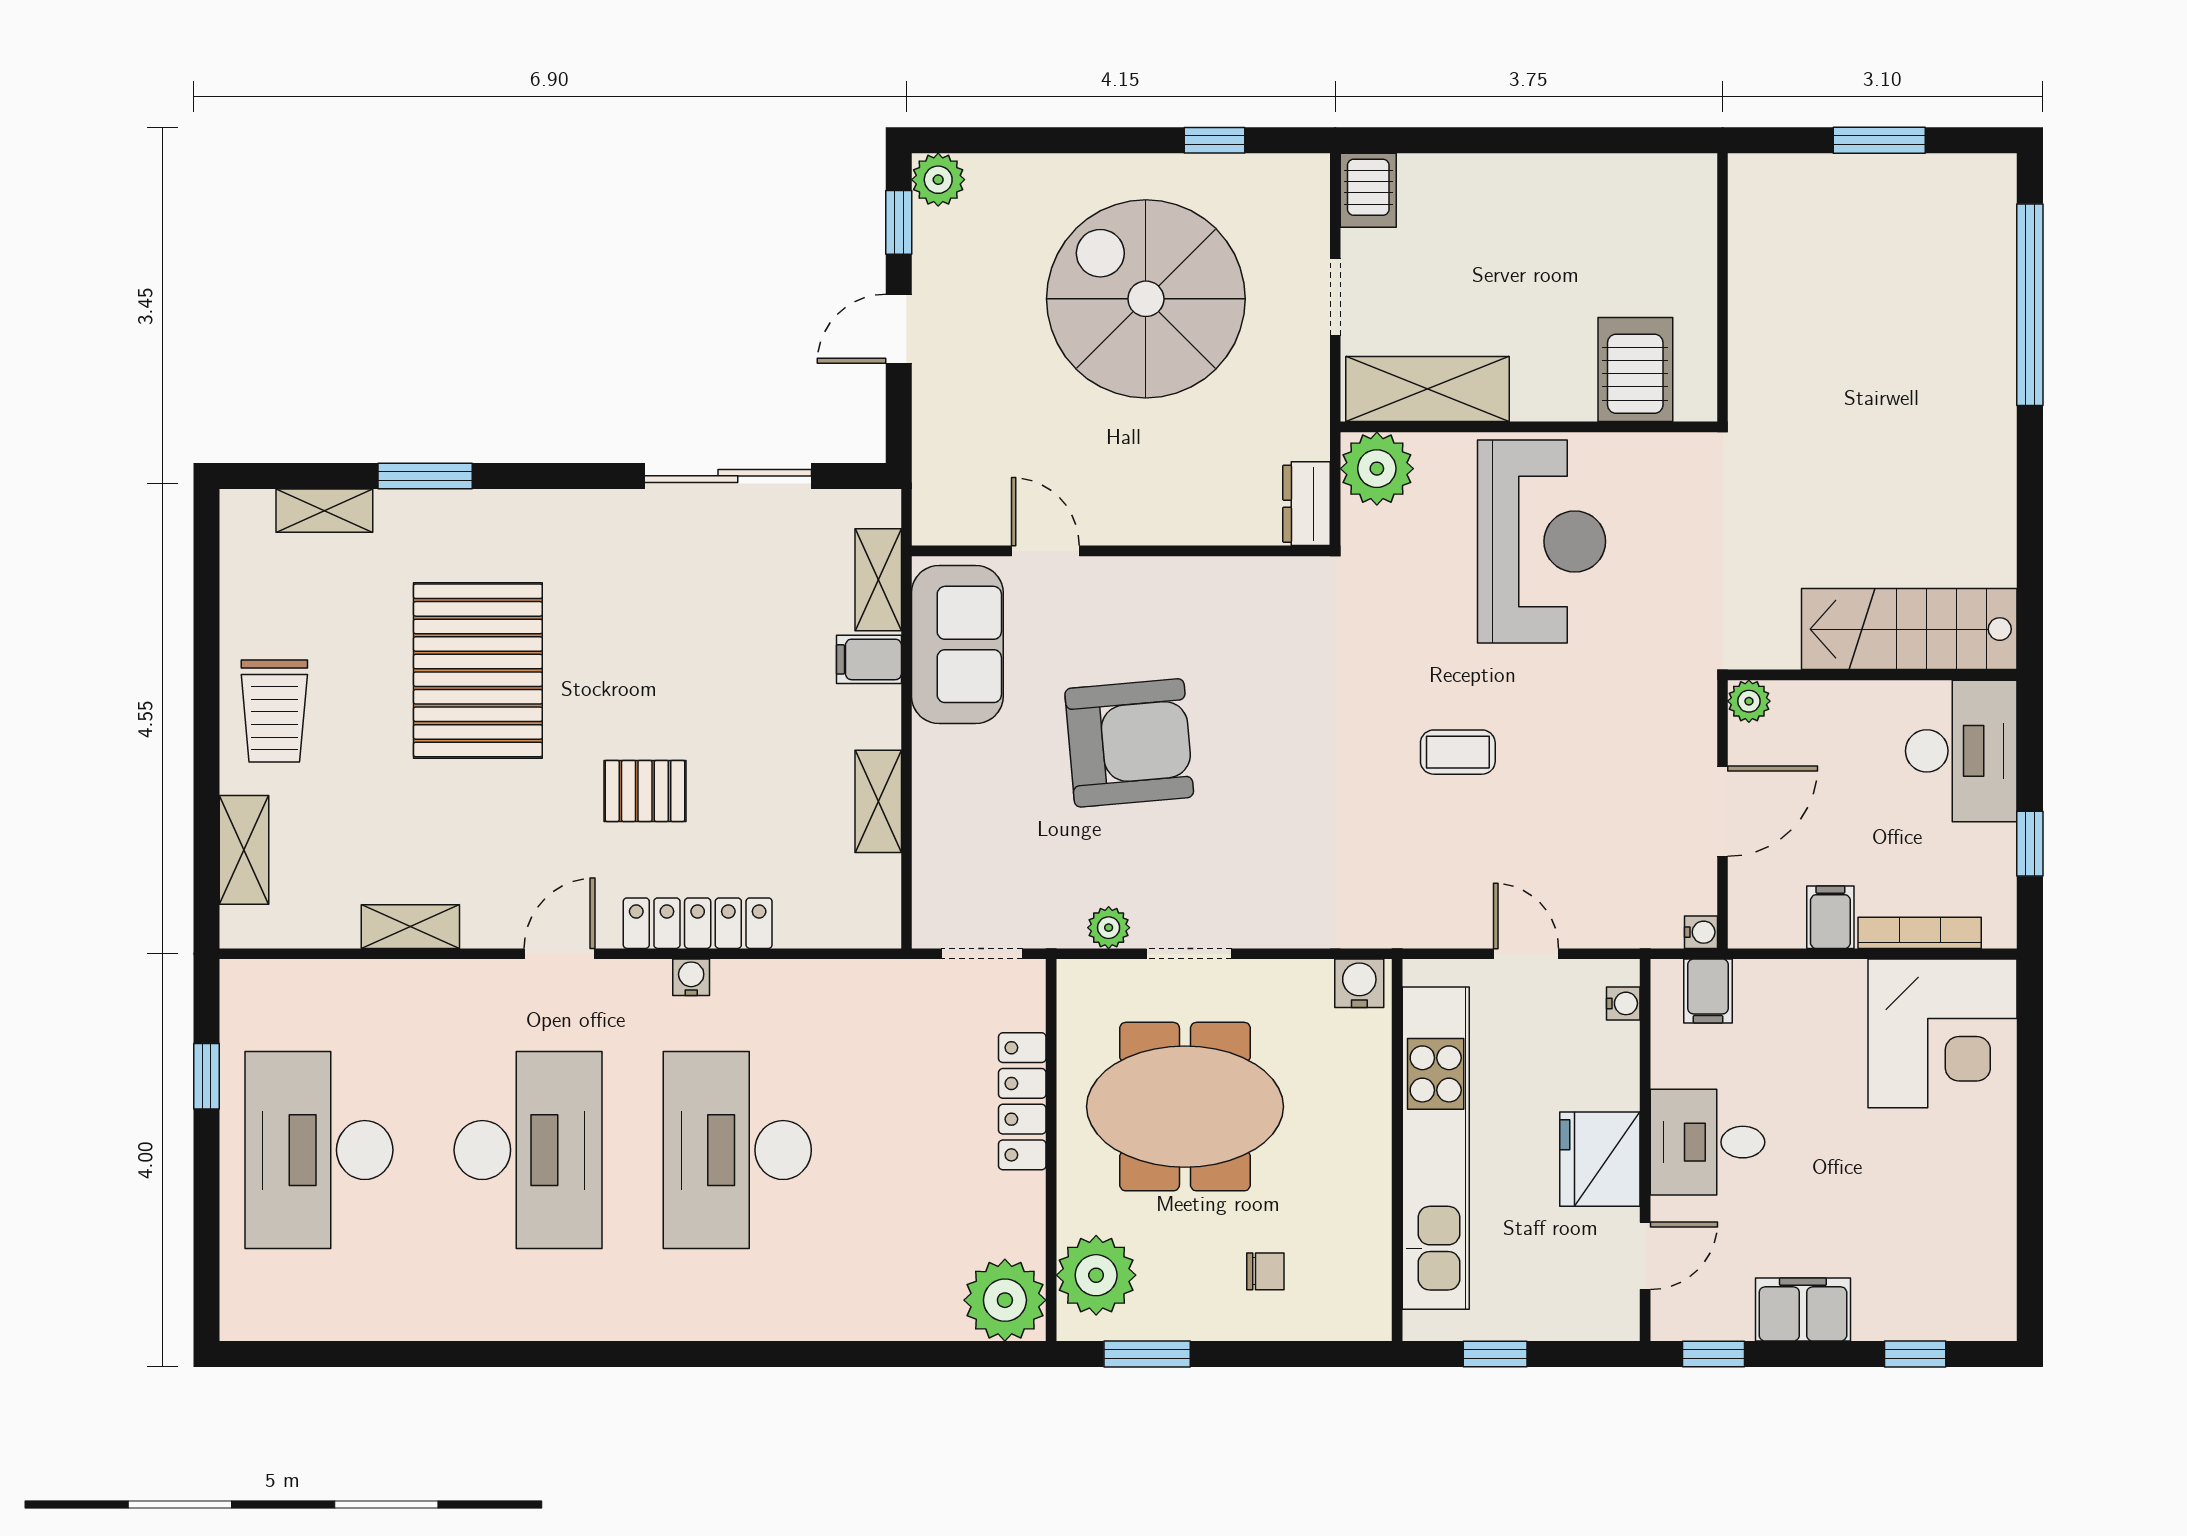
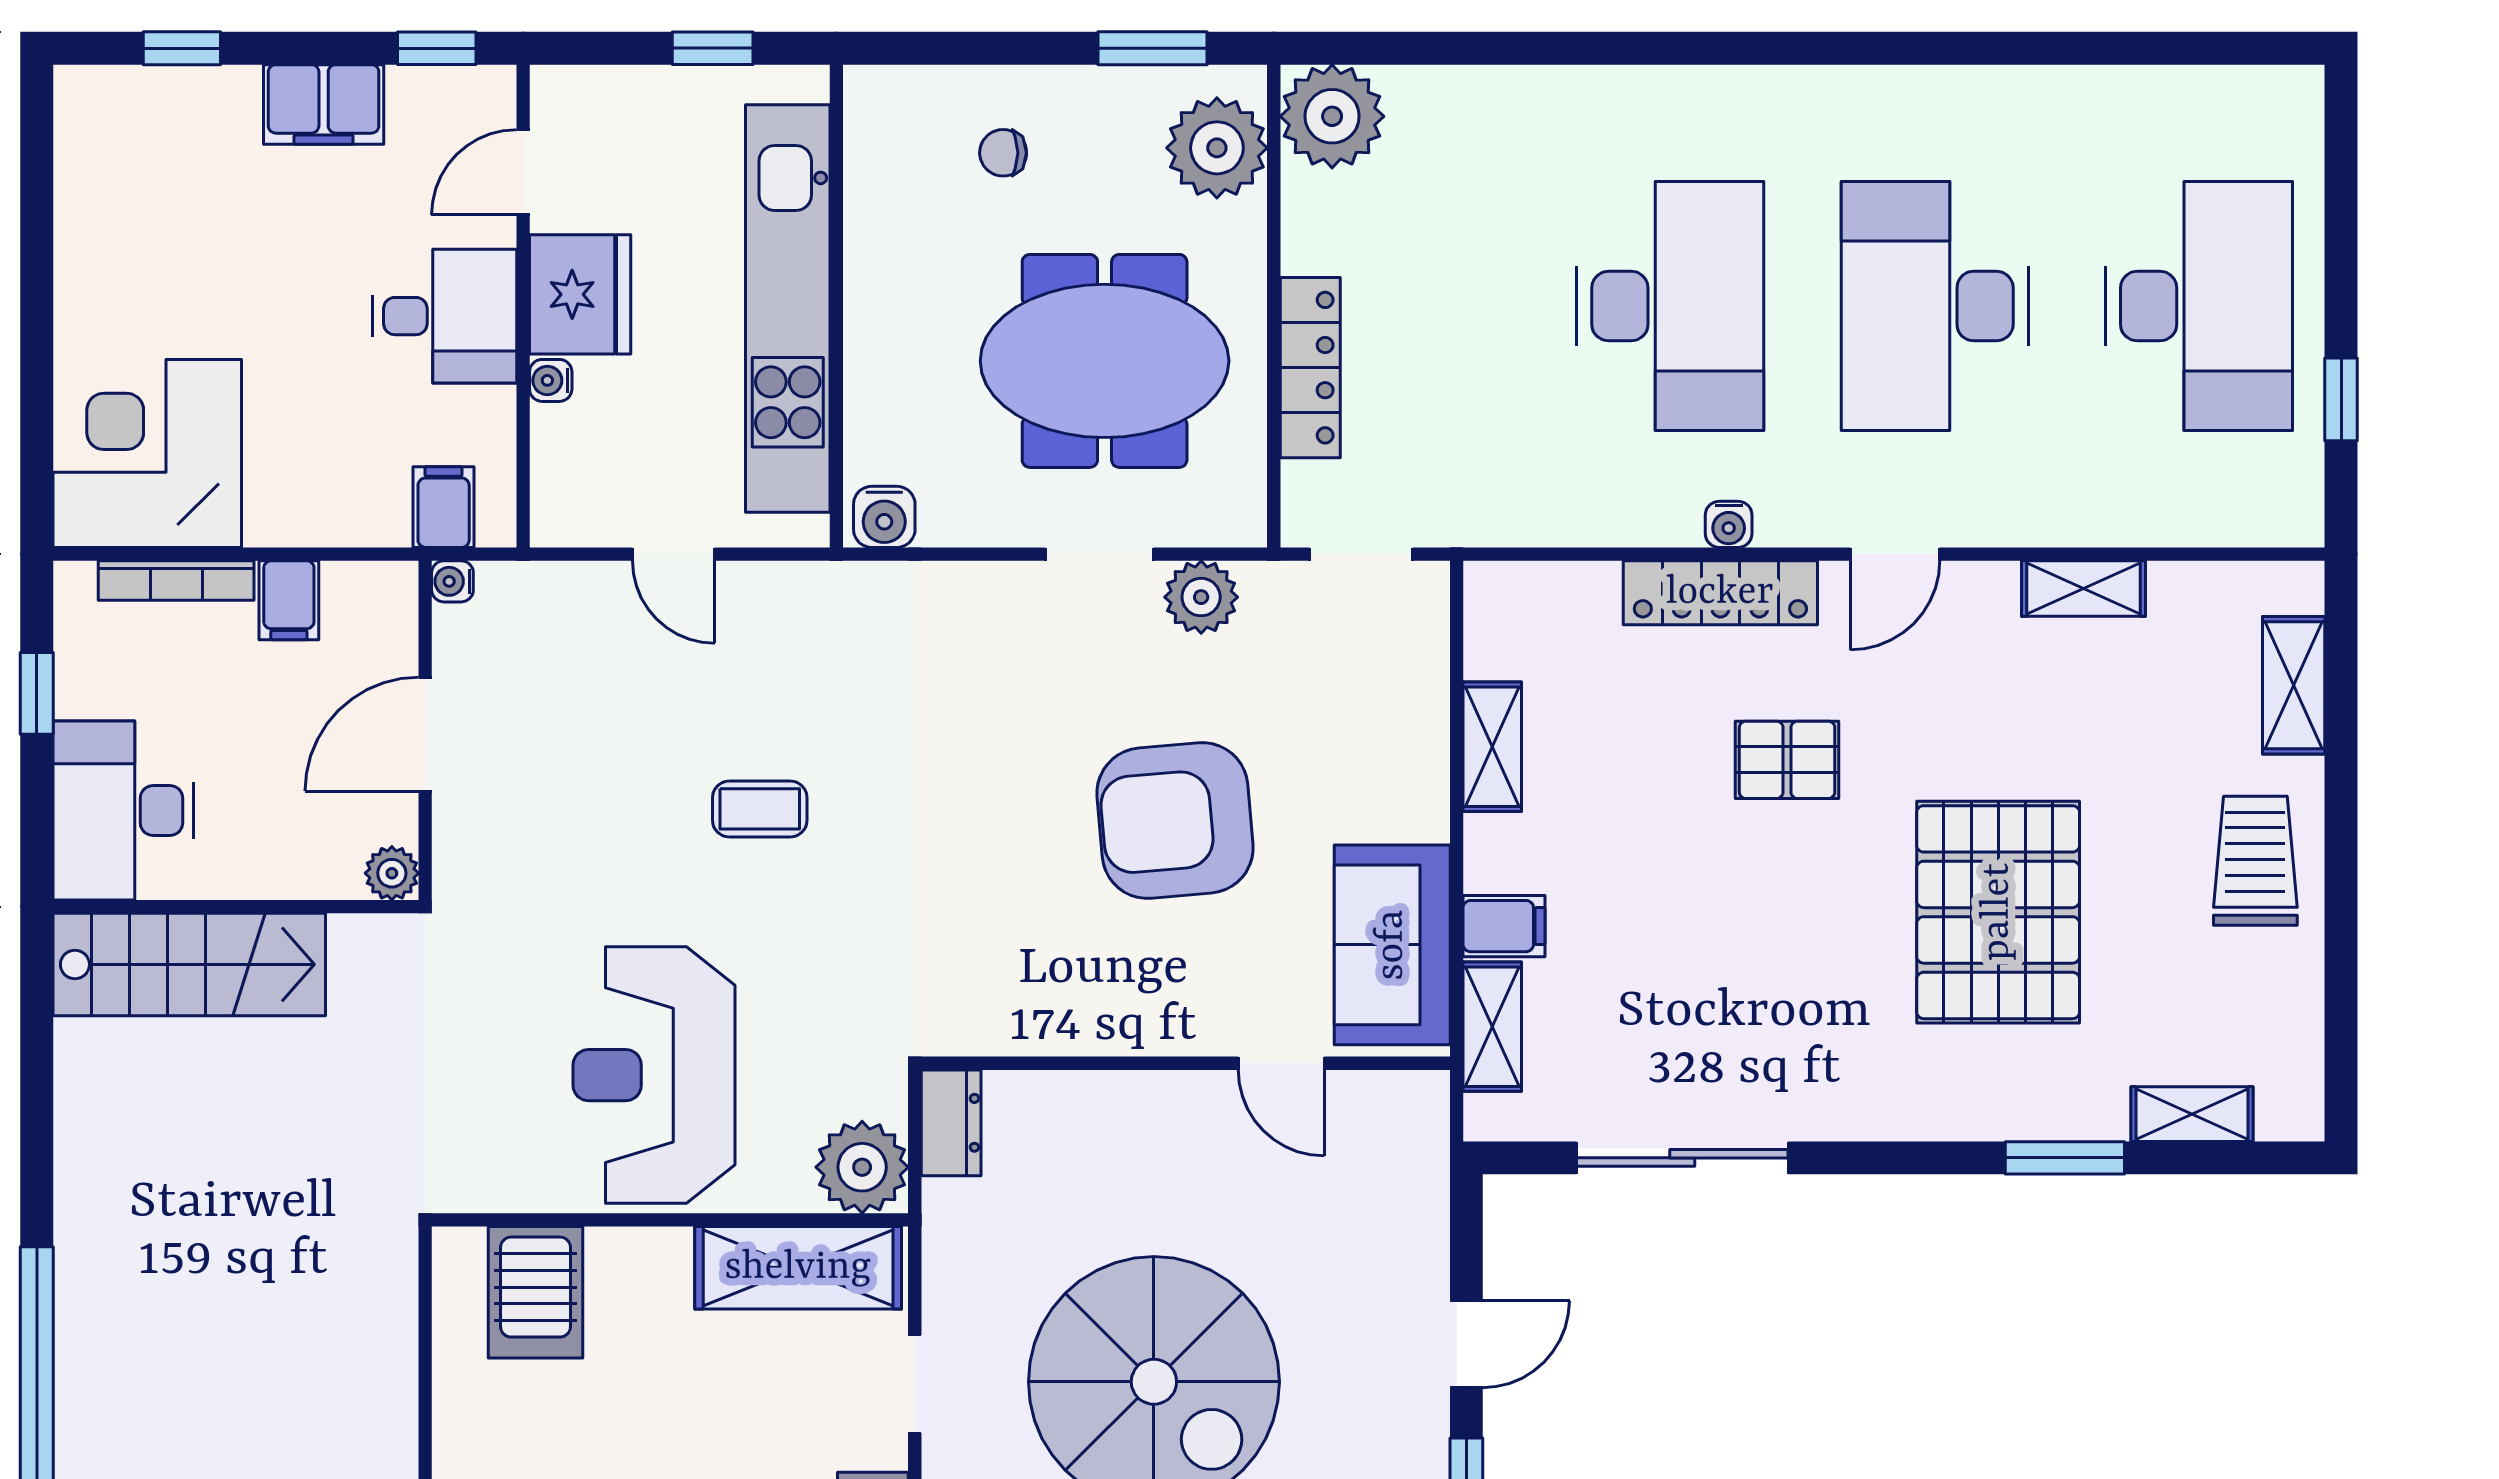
plant: (1109, 928) -> (1201, 597), width x1.38, depth x1.38
water cooler: (1623, 1003) -> (551, 380), moved

